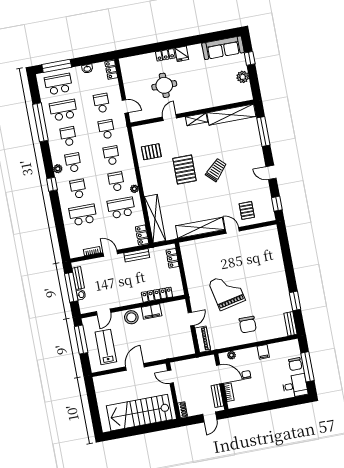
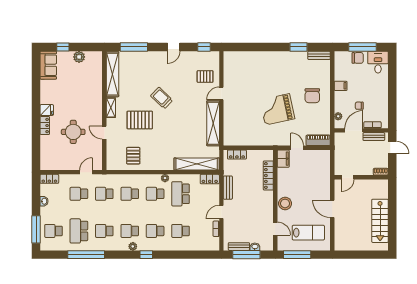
sofa: (223, 48) -> (48, 65), width x0.73
school desk: (58, 84) -> (53, 231), width x0.54
pallet: (184, 170) -> (140, 120), moved
school desk: (83, 215) -> (181, 231), width x0.54
filing cabinet: (152, 312) -> (283, 159), moved
chair: (248, 325) -> (312, 96), turned 90
lab bench: (106, 347) -> (308, 233), turned 180
stairs: (139, 413) -> (380, 221), width x0.73, depth x0.66

